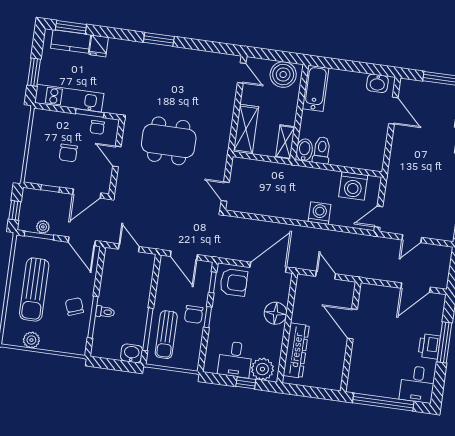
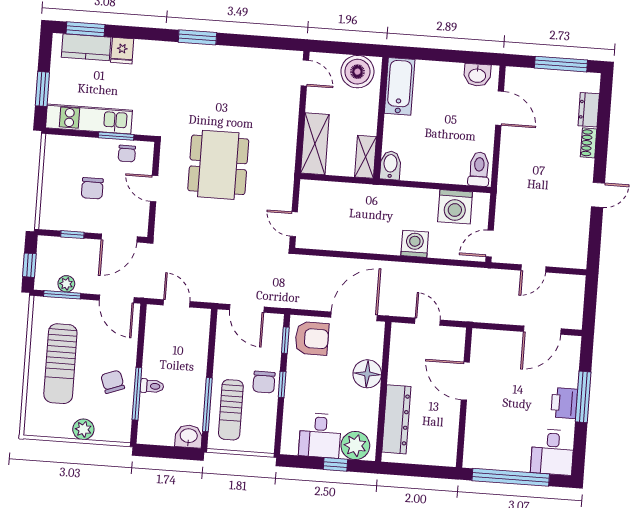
dining table: (169, 141) -> (218, 165), turned 90
toilet: (322, 150) -> (479, 169), moved
plant: (31, 340) -> (83, 429), moved

